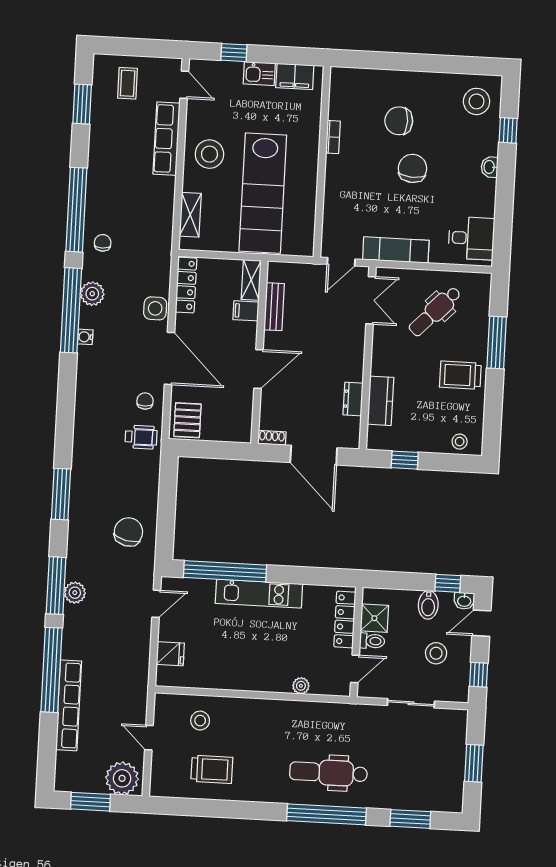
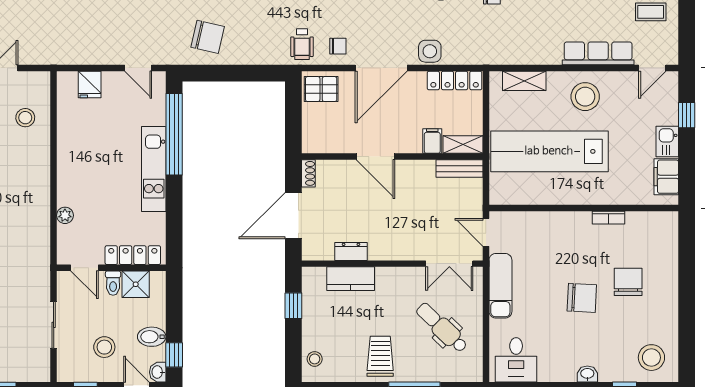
bench: (274, 307) -> (460, 169), moved

